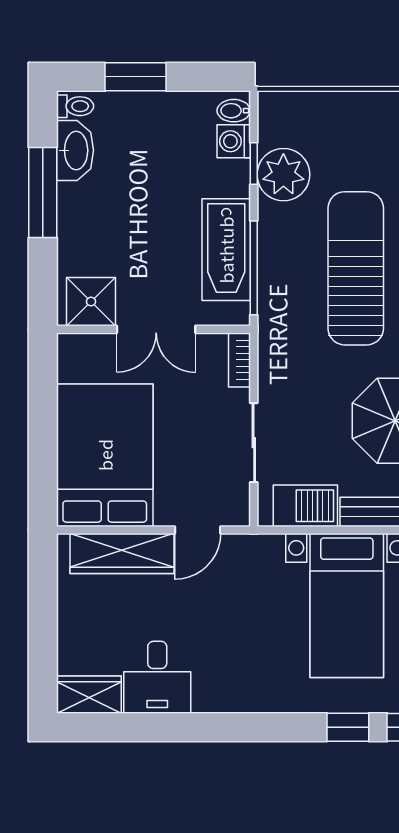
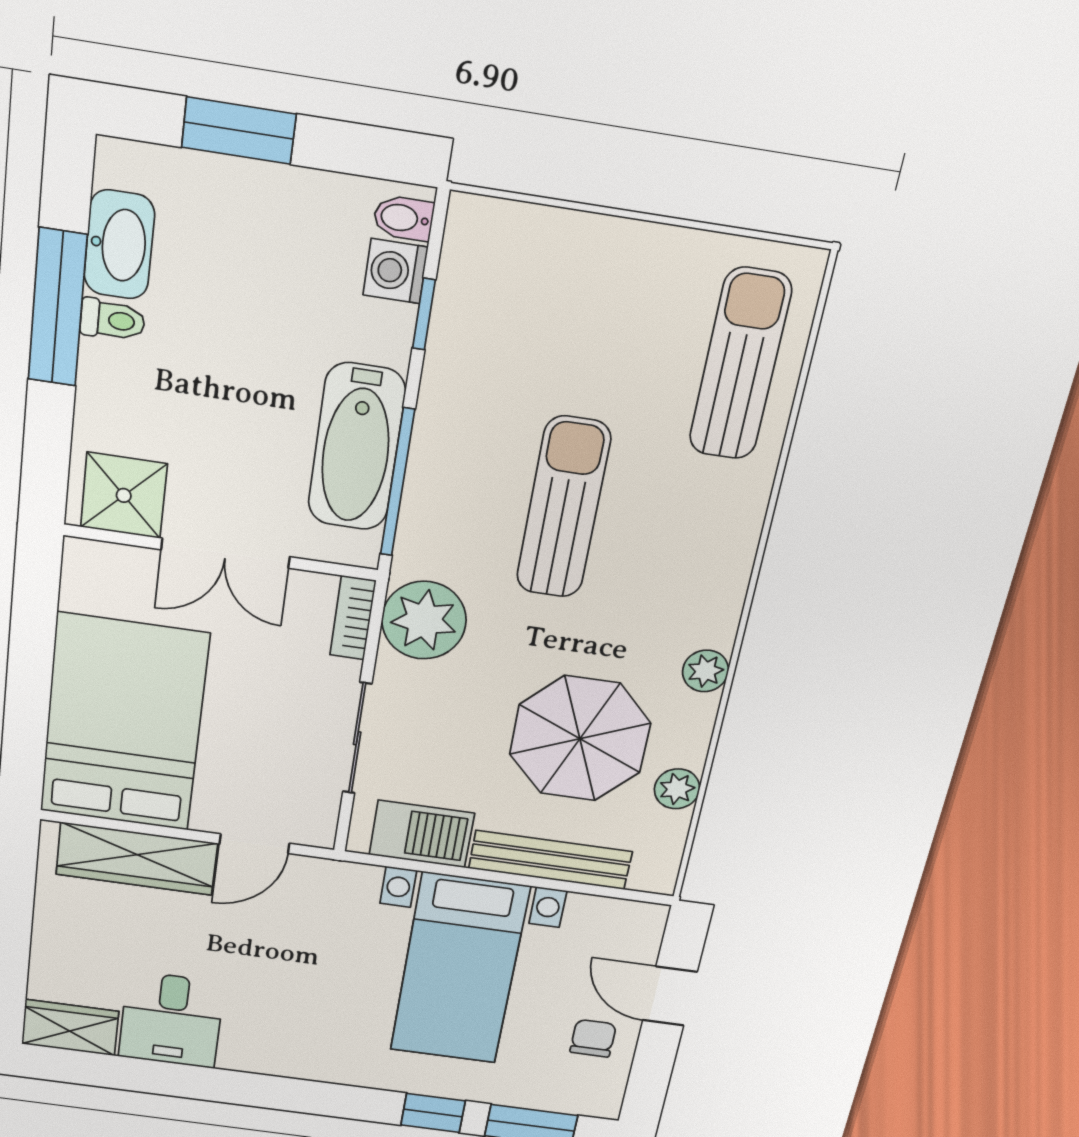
toilet: (75, 106) -> (113, 320), moved
plant: (283, 175) -> (424, 620), moved
sun lounger: (356, 268) -> (563, 508), width x0.73, depth x0.75

